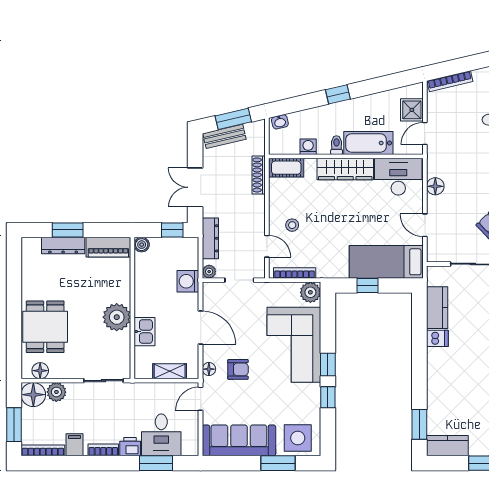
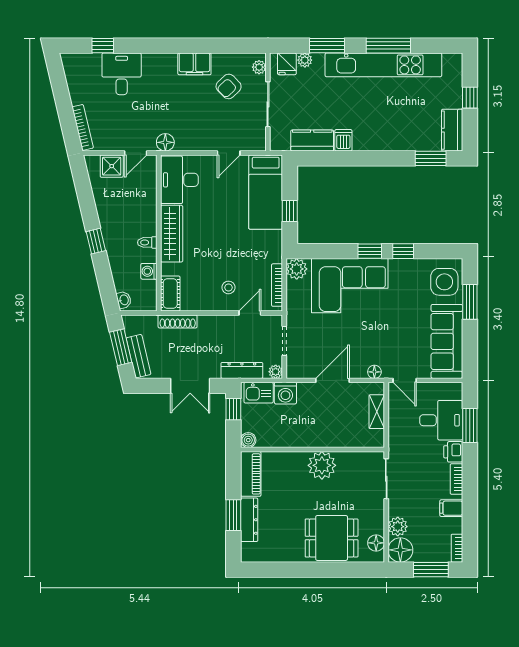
door: (425, 134) -> (136, 153), hinge flipped
bathtub: (368, 143) -> (145, 210), removed
floor lamp: (435, 186) -> (165, 142), moved
kitchen sink: (144, 332) -> (259, 393), moved, turned 180
armchair: (238, 369) -> (375, 342), removed
bookcase: (43, 450) -> (457, 548), width x0.64

